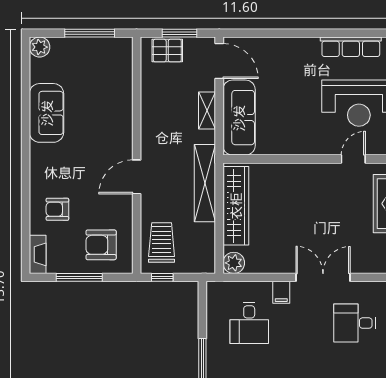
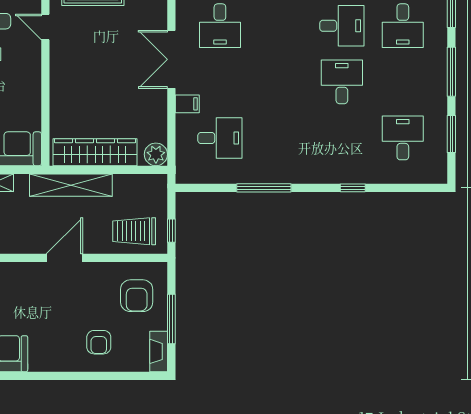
door: (137, 177) -> (64, 258), swing flipped
fireplace: (38, 254) -> (159, 351), moved, turned -90

